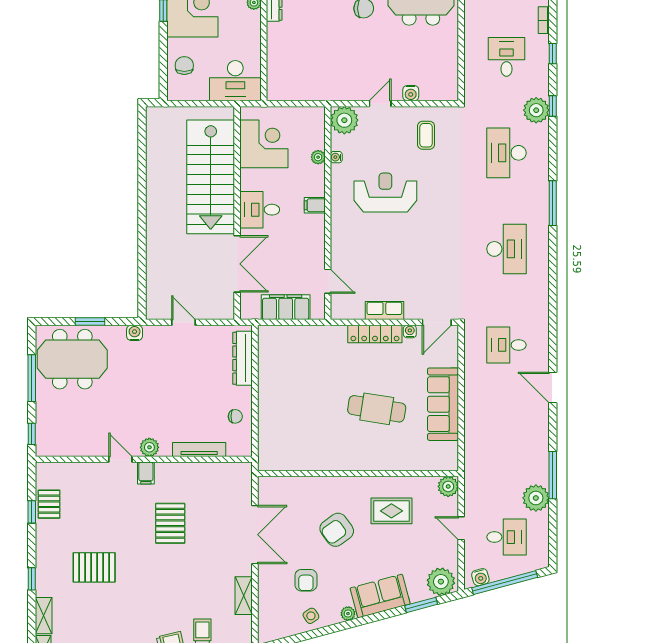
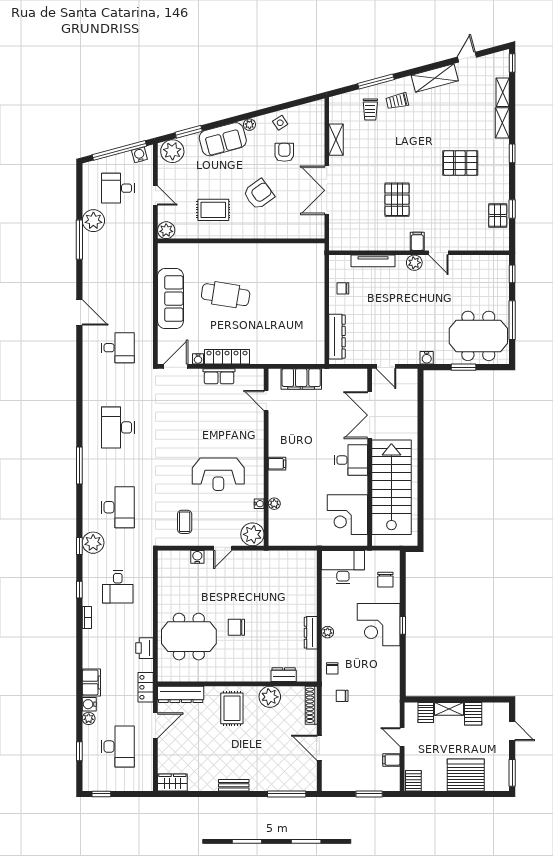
corner desk: (264, 144) -> (347, 515), moved
stairs: (211, 177) -> (391, 487), moved
desk: (260, 210) -> (351, 460), moved
wall: (237, 213) -> (370, 457), moved
double door: (237, 264) -> (370, 415), moved

